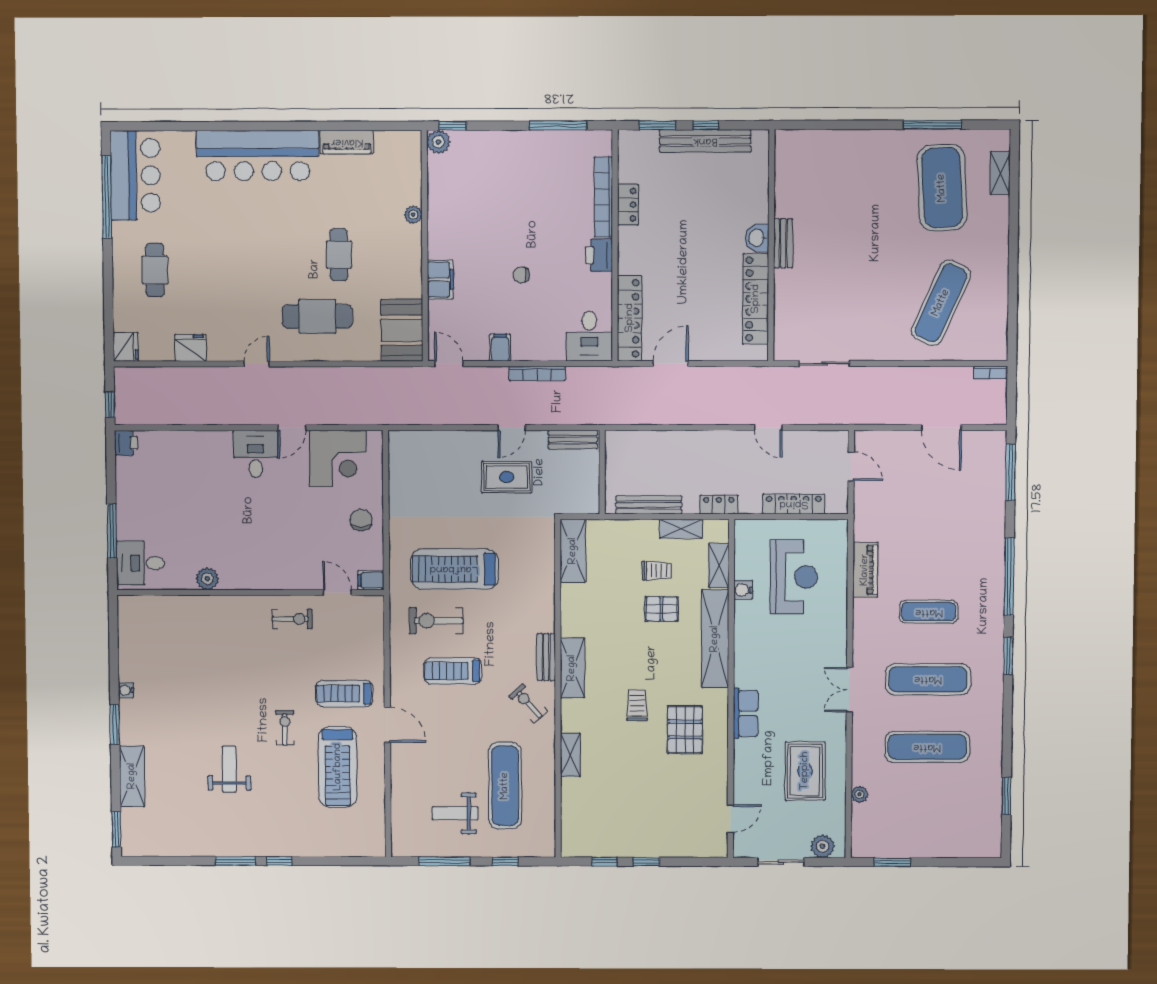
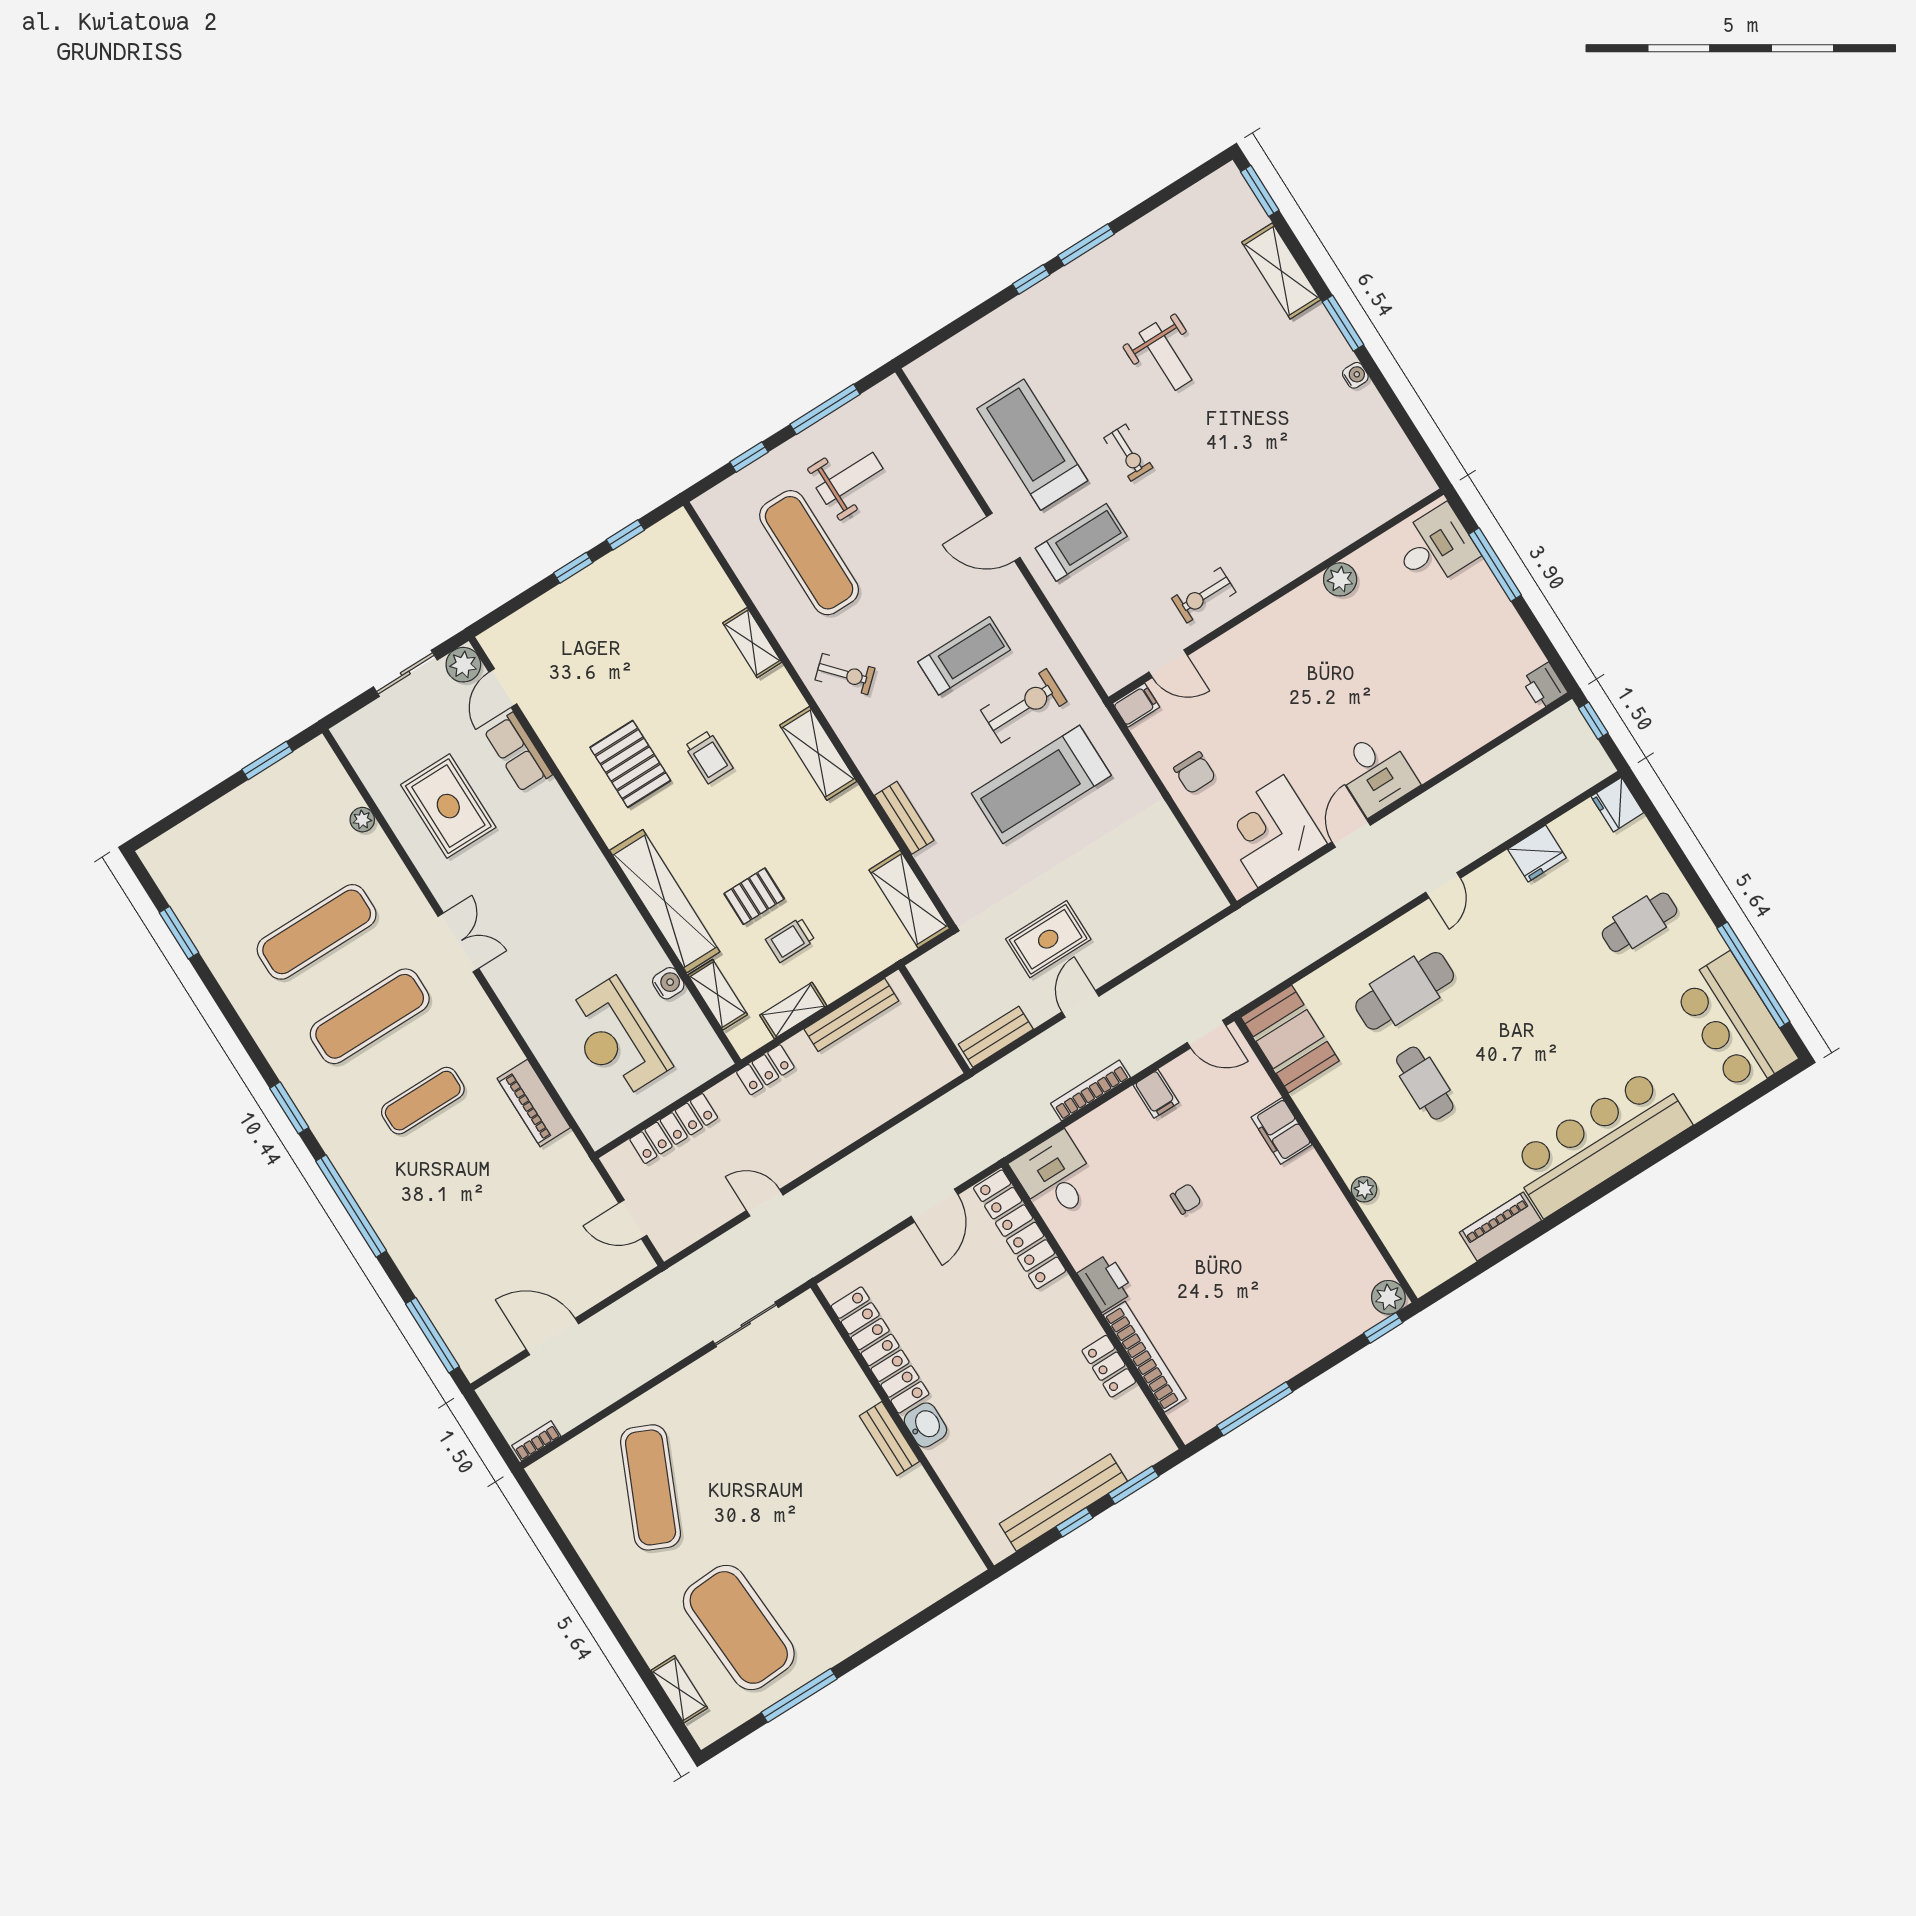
cafe table: (155, 270) -> (1640, 922), turned 90
treadmill: (454, 569) -> (1041, 784), turned 180
bench: (546, 657) -> (904, 818), moved
row of seats: (746, 713) -> (518, 753), moved
plant: (823, 846) -> (463, 665), moved

